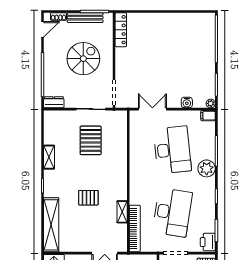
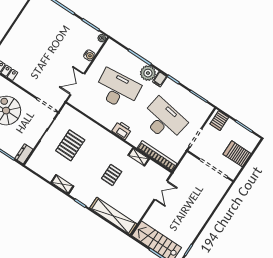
filing cabinet: (208, 116) -> (160, 79), moved
pallet: (91, 140) -> (70, 145), turned 90
printer: (208, 242) -> (122, 130), moved, turned 180

